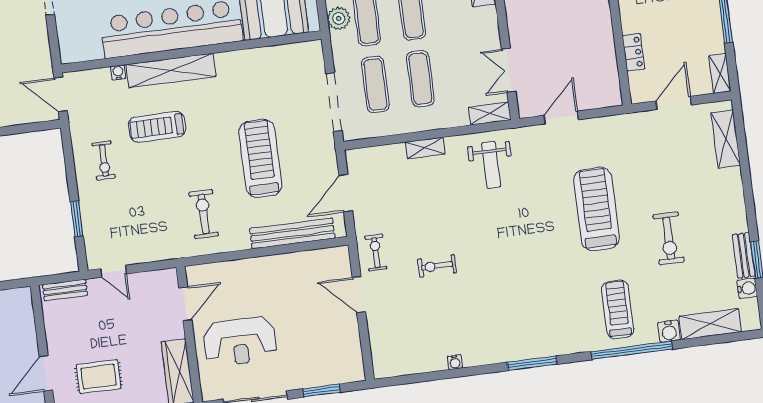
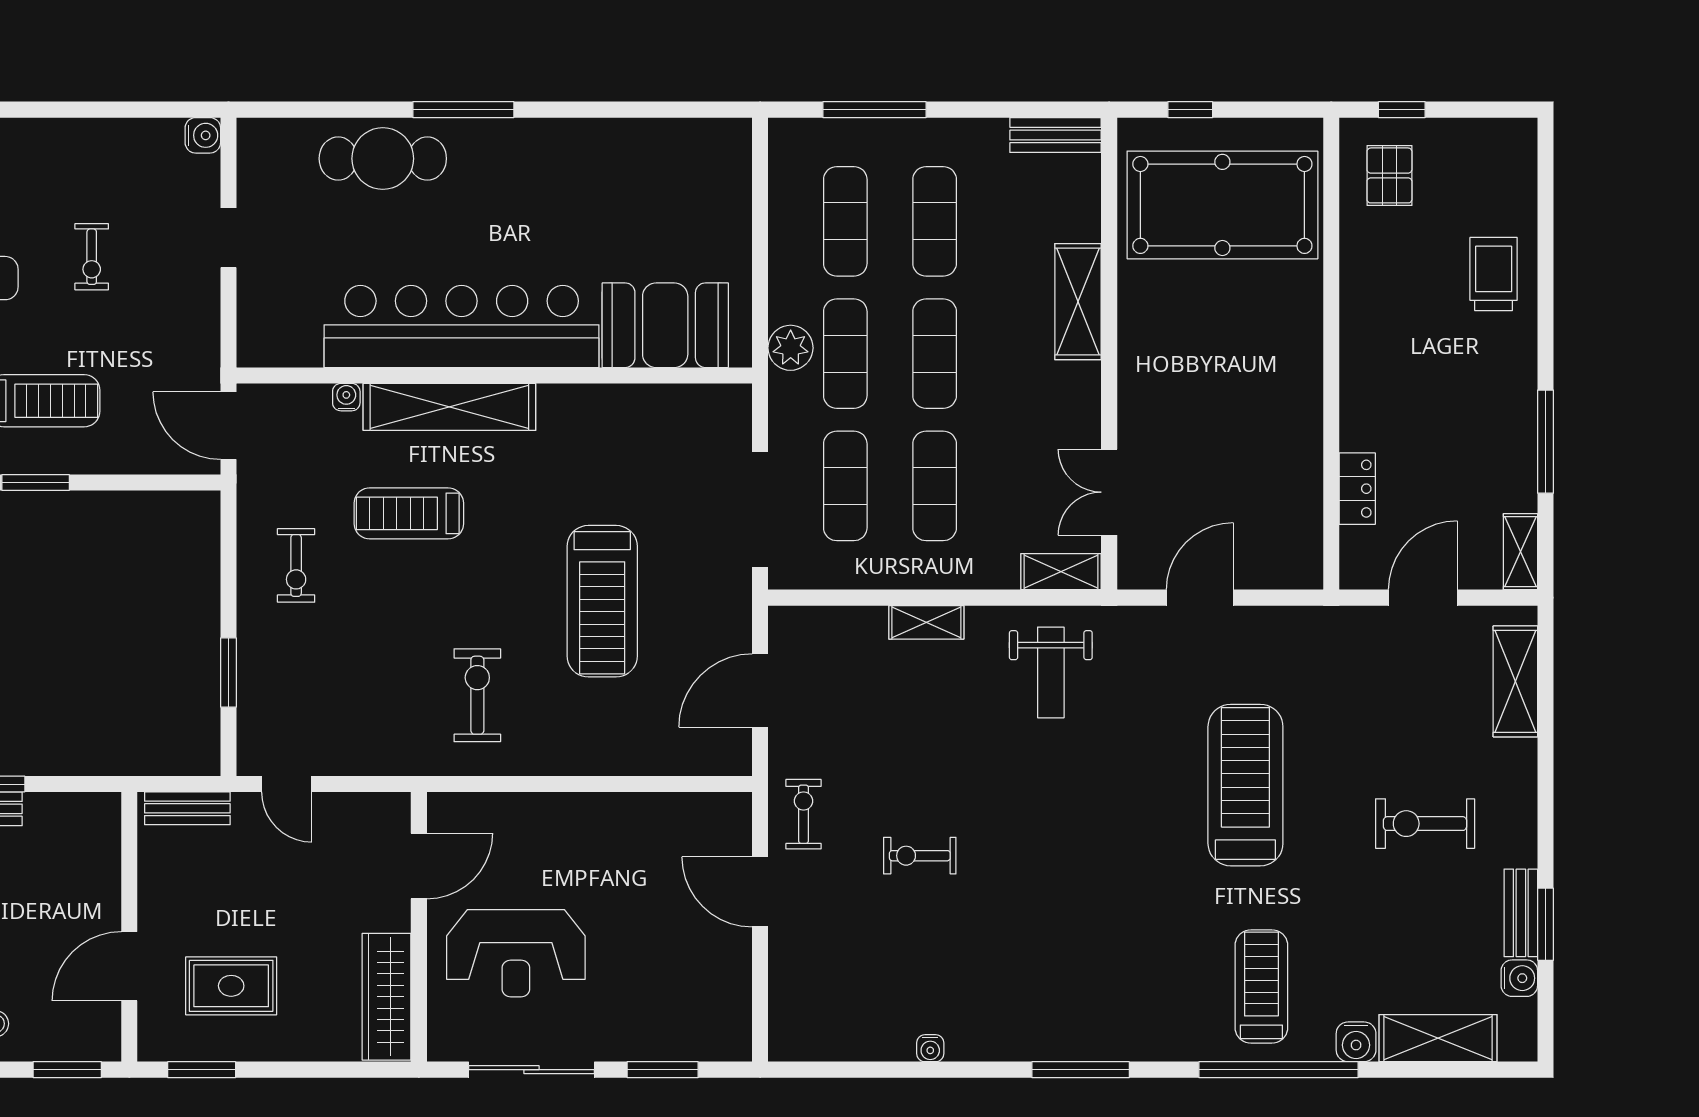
treadmill: (260, 158) -> (602, 601), turned 180
bench: (292, 233) -> (646, 756), removed
exercise bike: (669, 238) -> (1425, 824), moved, turned 90

